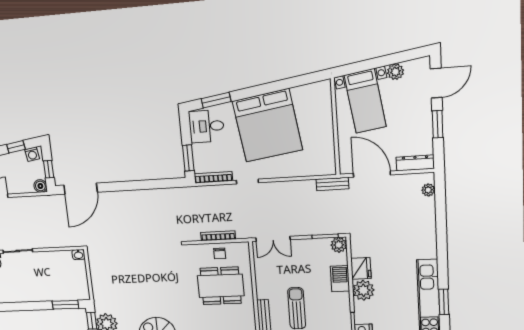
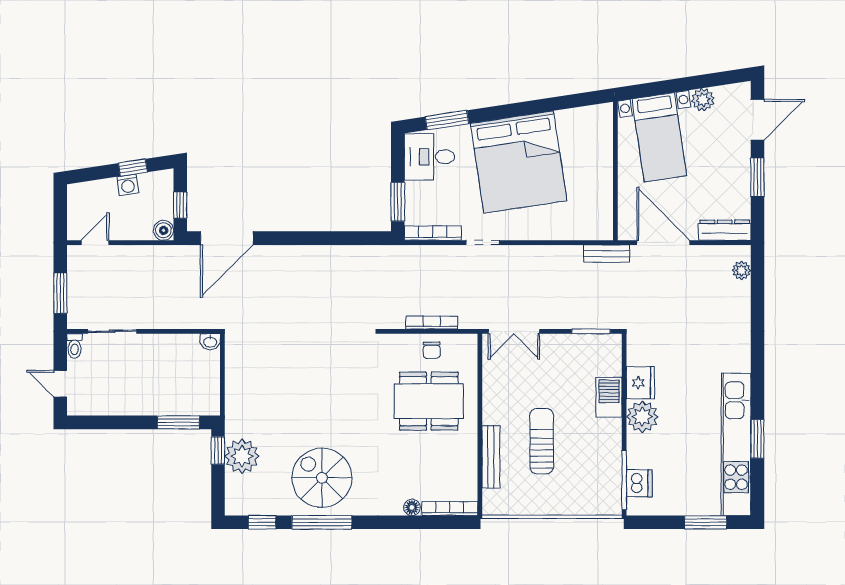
washing machine: (32, 154) -> (128, 185), moved
plant: (339, 245) -> (610, 345), removed

